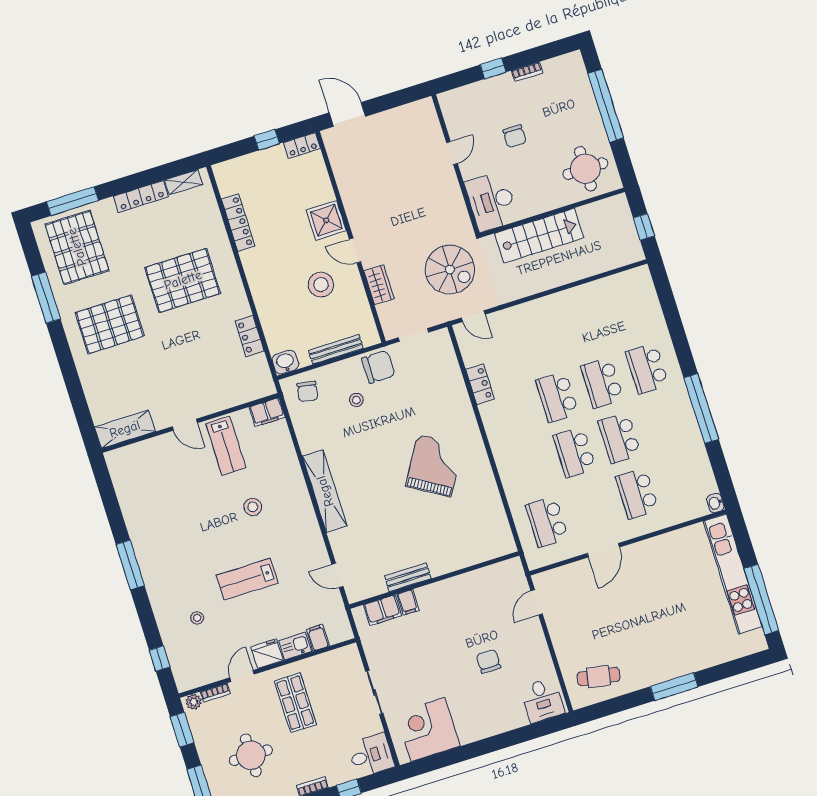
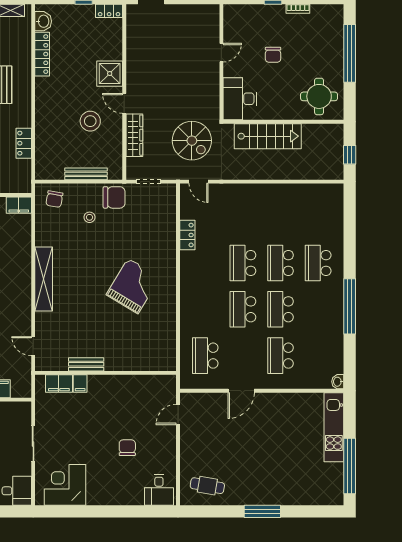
wardrobe: (379, 285) -> (134, 135), width x1.50
washbasin: (285, 362) -> (43, 21), moved, turned 90
kitchen unit: (733, 574) -> (334, 427), width x0.73

